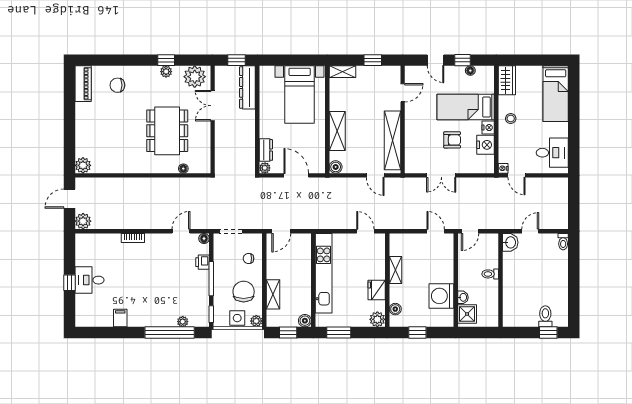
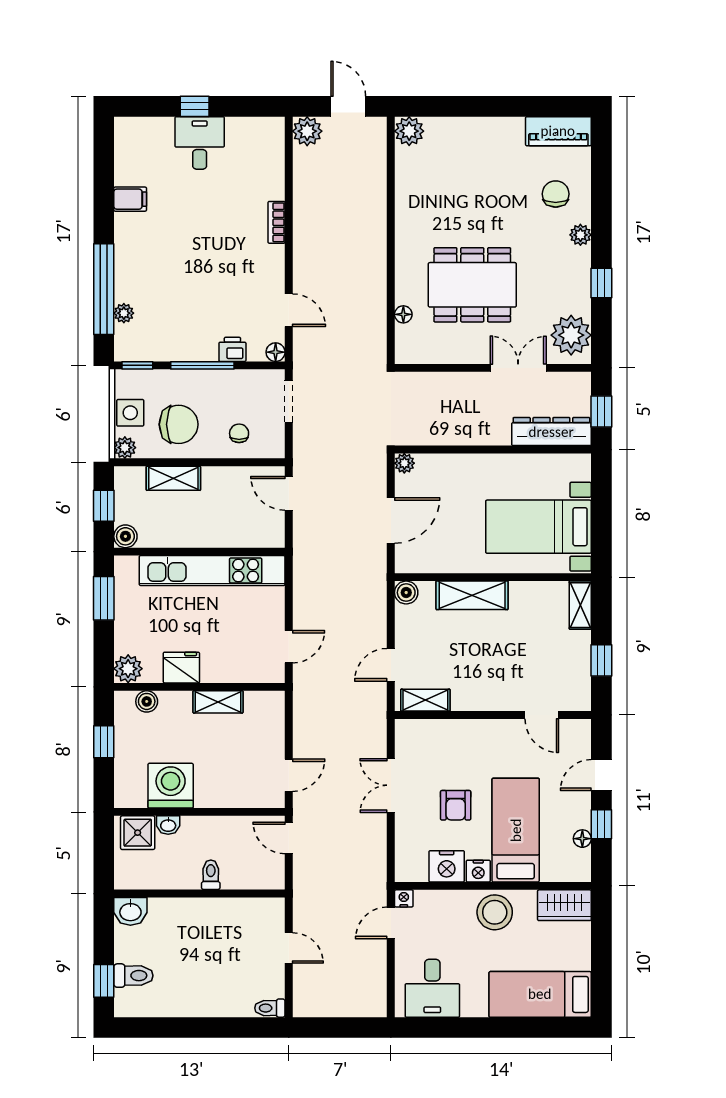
plant: (166, 72) -> (580, 235), moved
stool: (511, 119) -> (495, 912), width x1.89, depth x1.89
shelving: (392, 140) -> (425, 700), width x0.45, depth x0.75
dresser: (266, 150) -> (437, 465), removed
washbasin: (510, 242) -> (130, 911), moved

